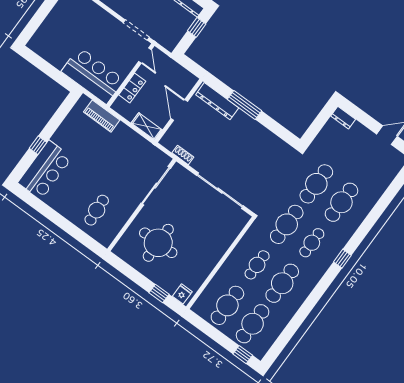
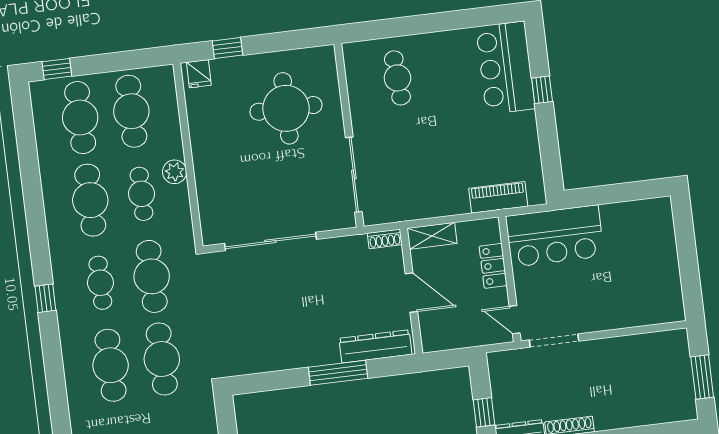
shoe rack: (183, 155) -> (385, 239), moved
plant: (233, 261) -> (175, 172), added

